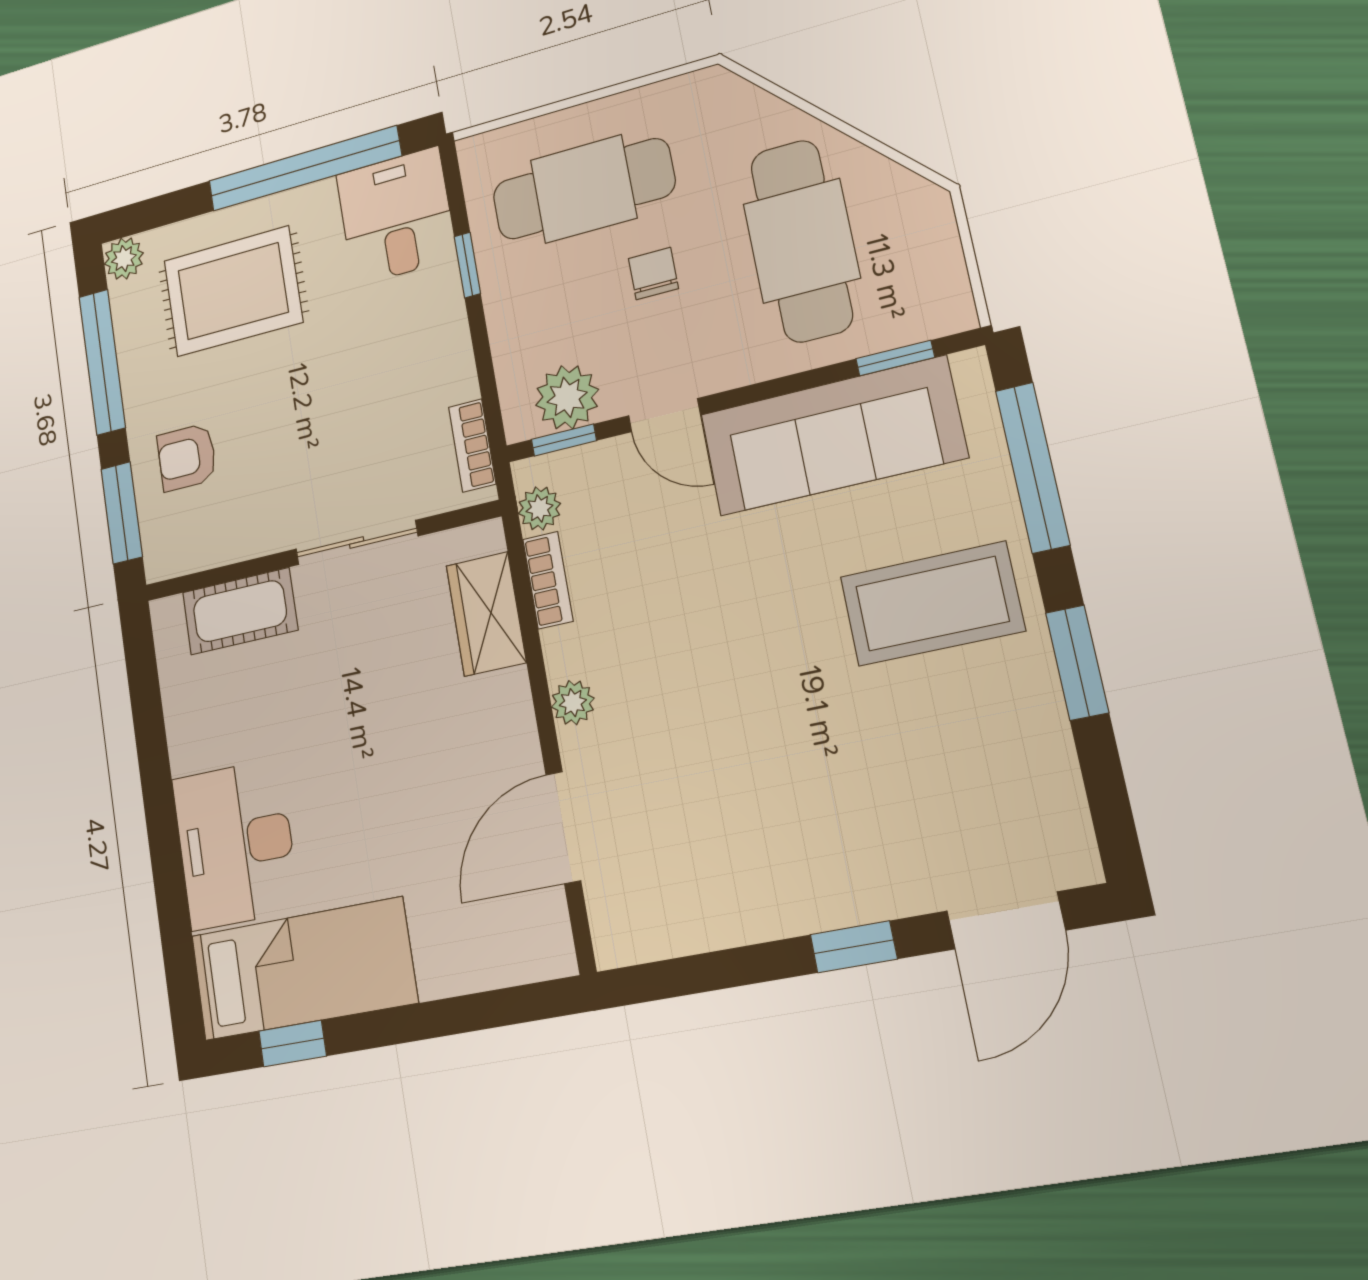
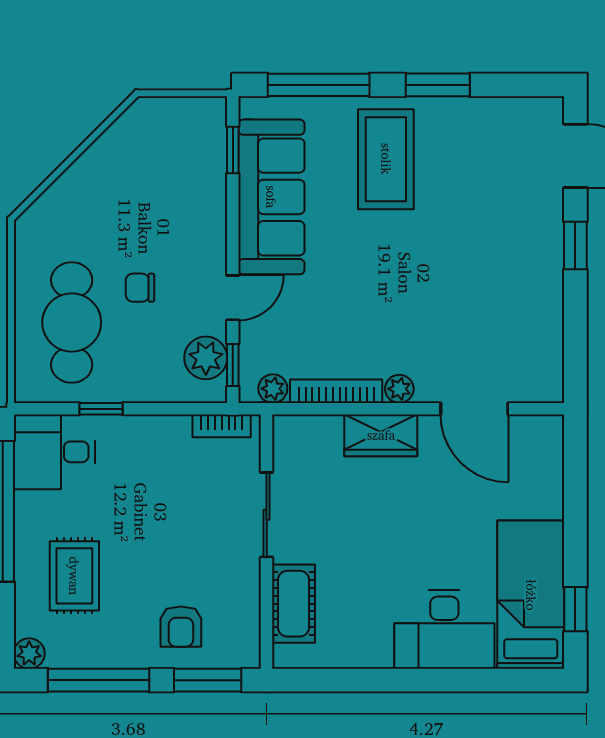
cafe table: (801, 241) -> (144, 191), removed
rug: (233, 291) -> (74, 576), width x0.73, depth x0.70
bookcase: (548, 580) -> (336, 391), width x1.56
wardrobe: (486, 614) -> (381, 435), moved

